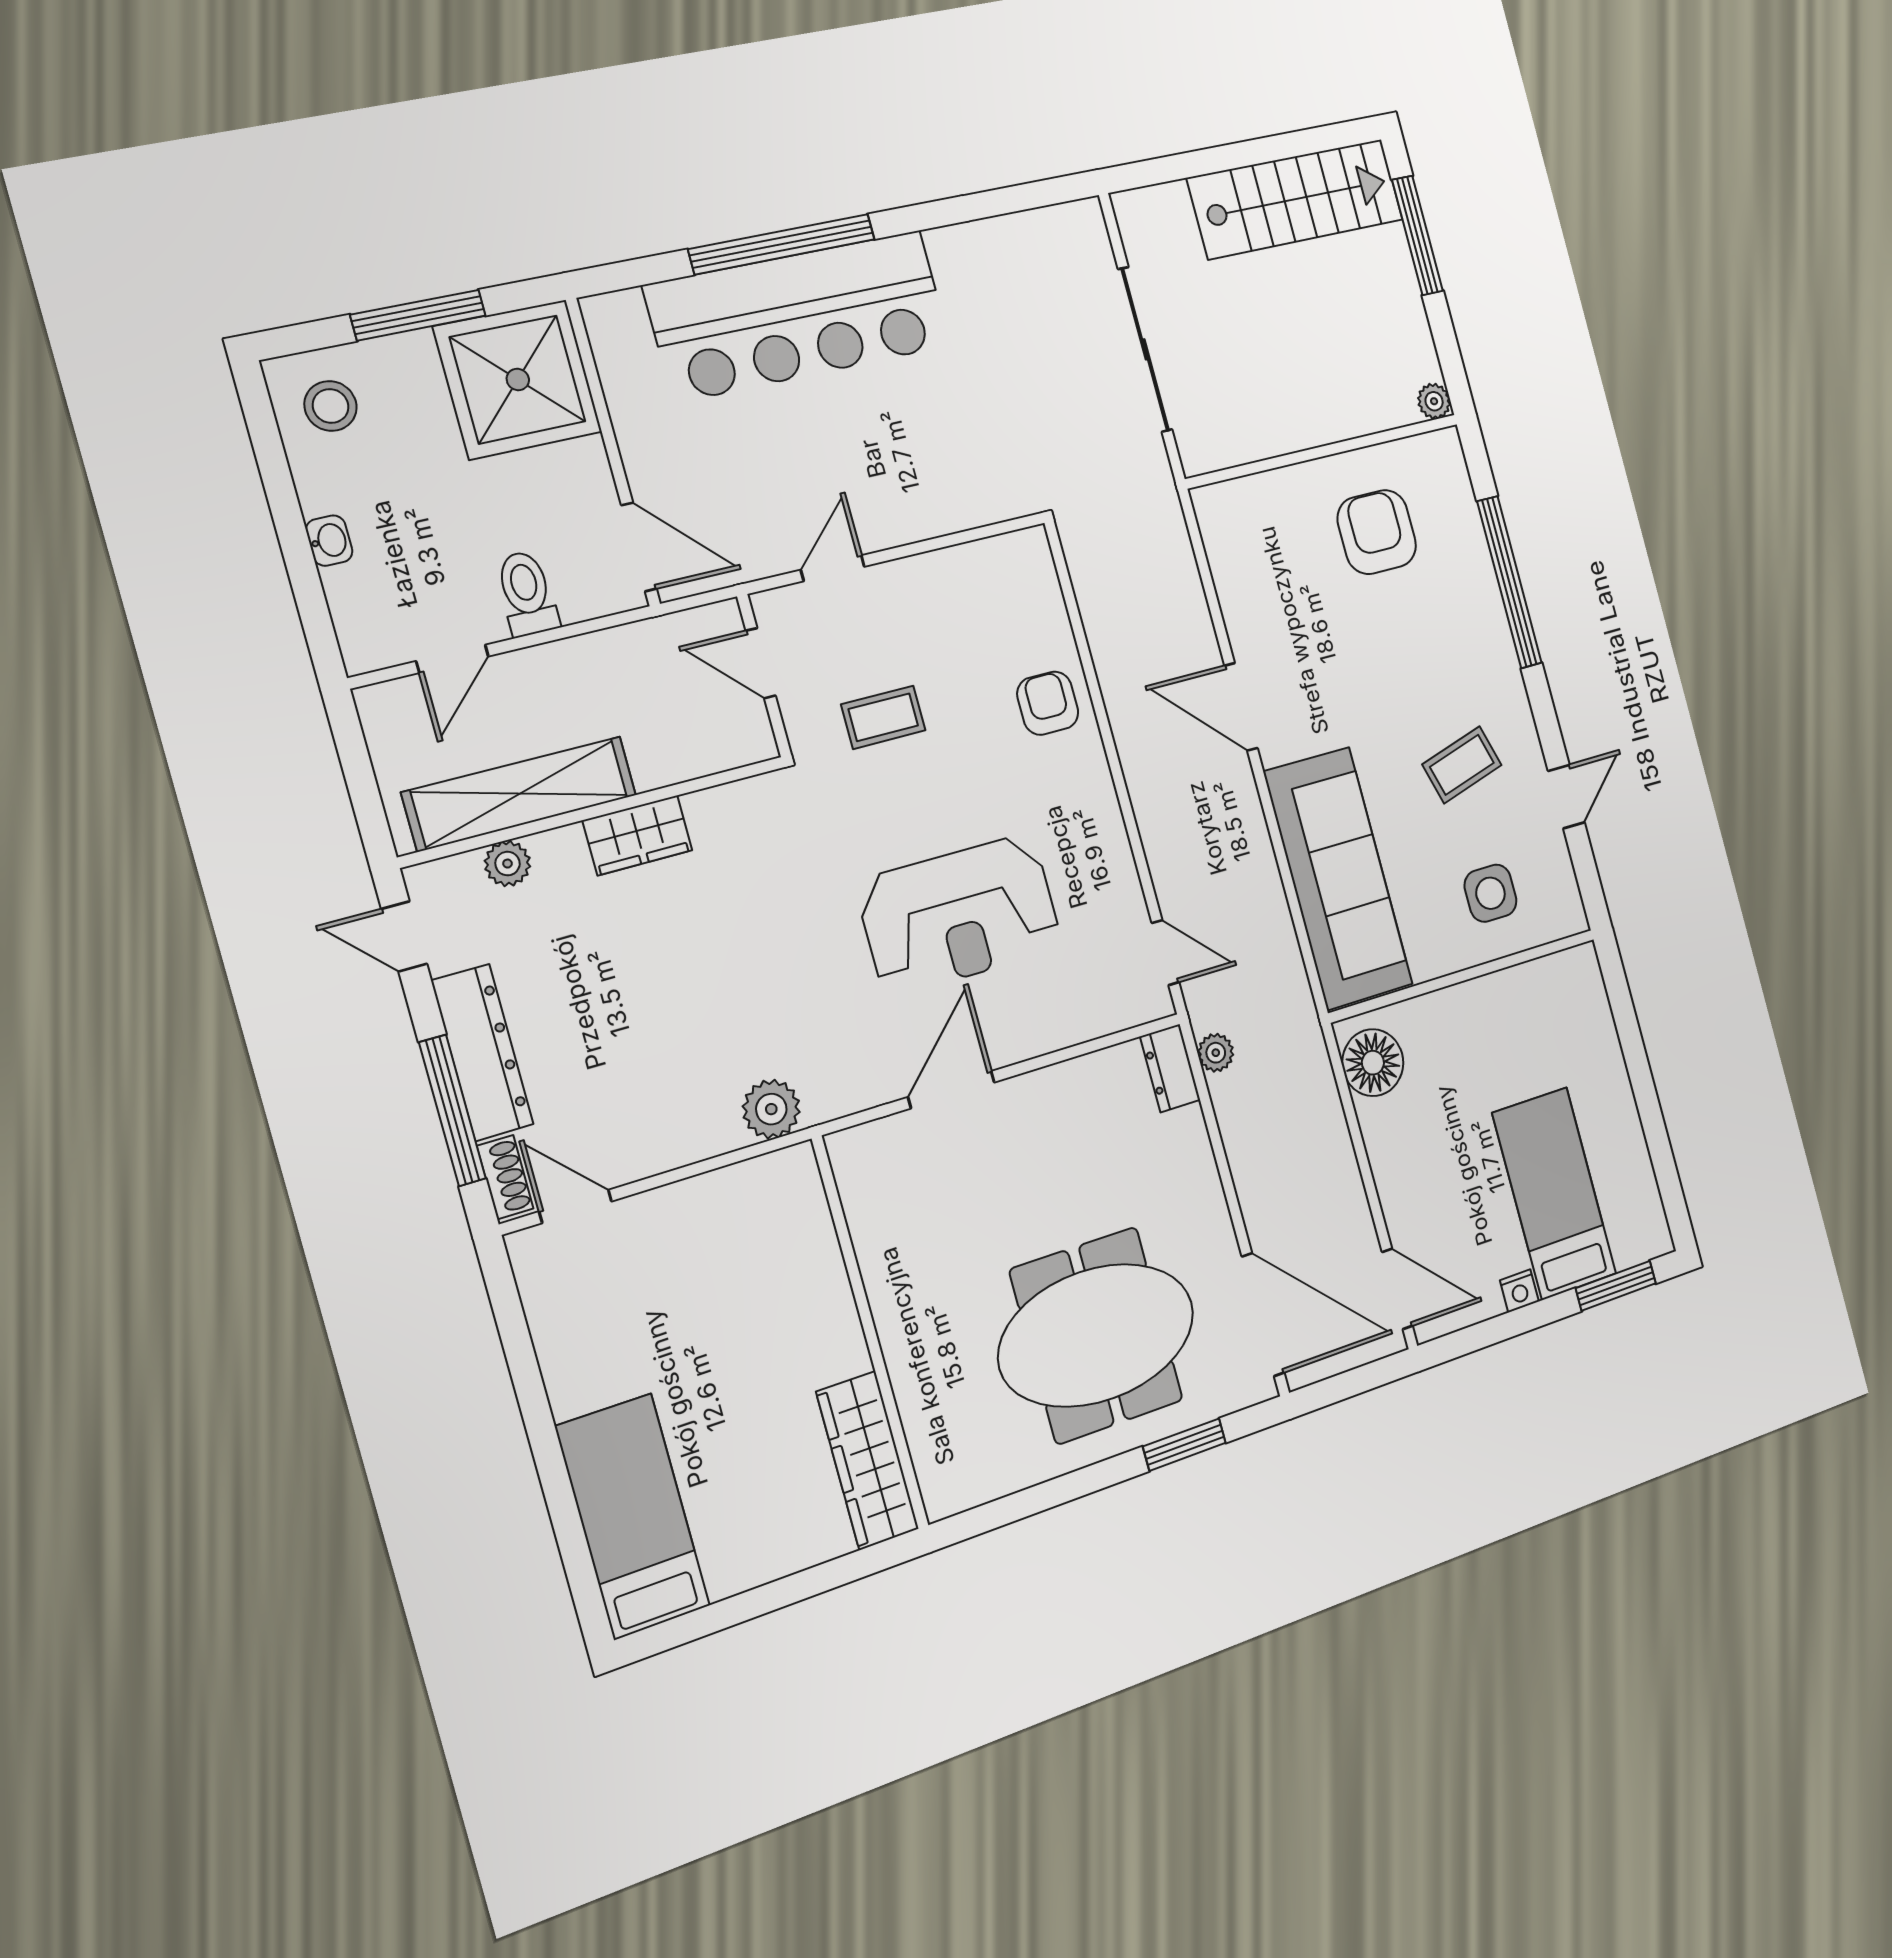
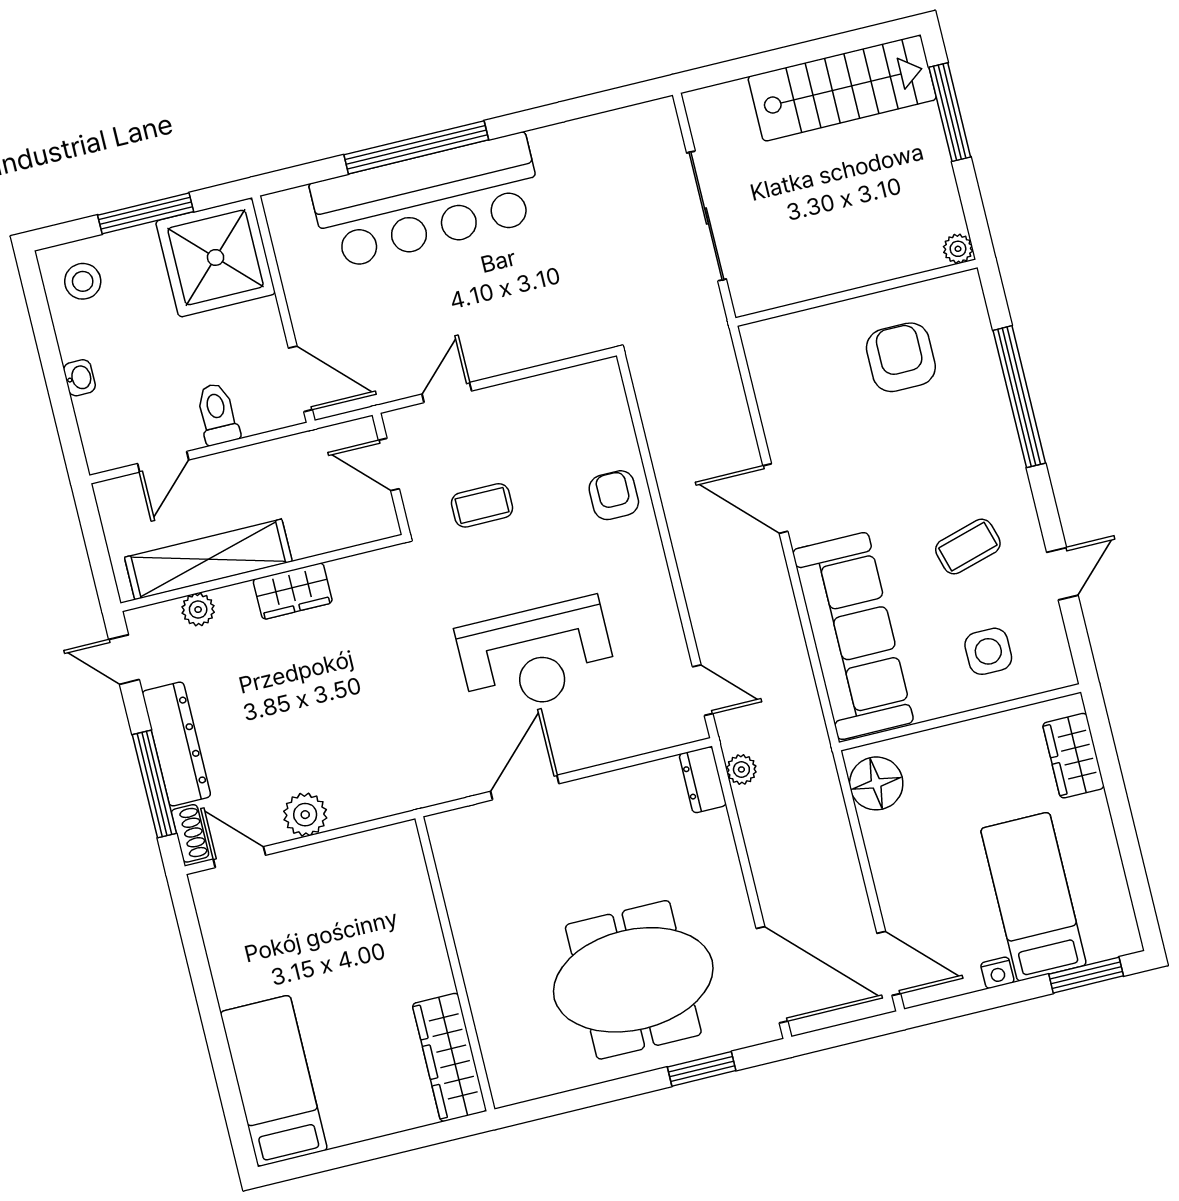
wardrobe: (1589, 1018) -> (1073, 756), added
plant: (771, 1109) -> (305, 815), moved

